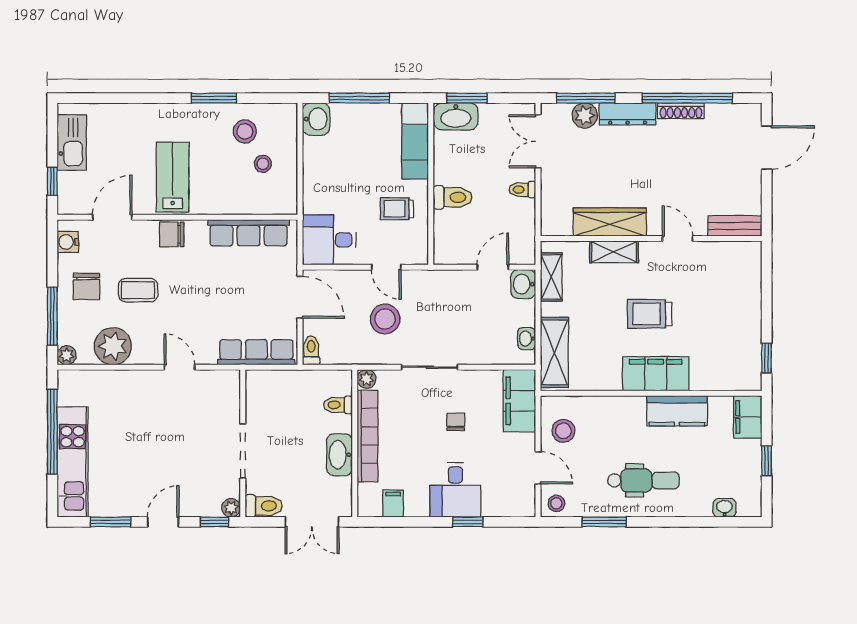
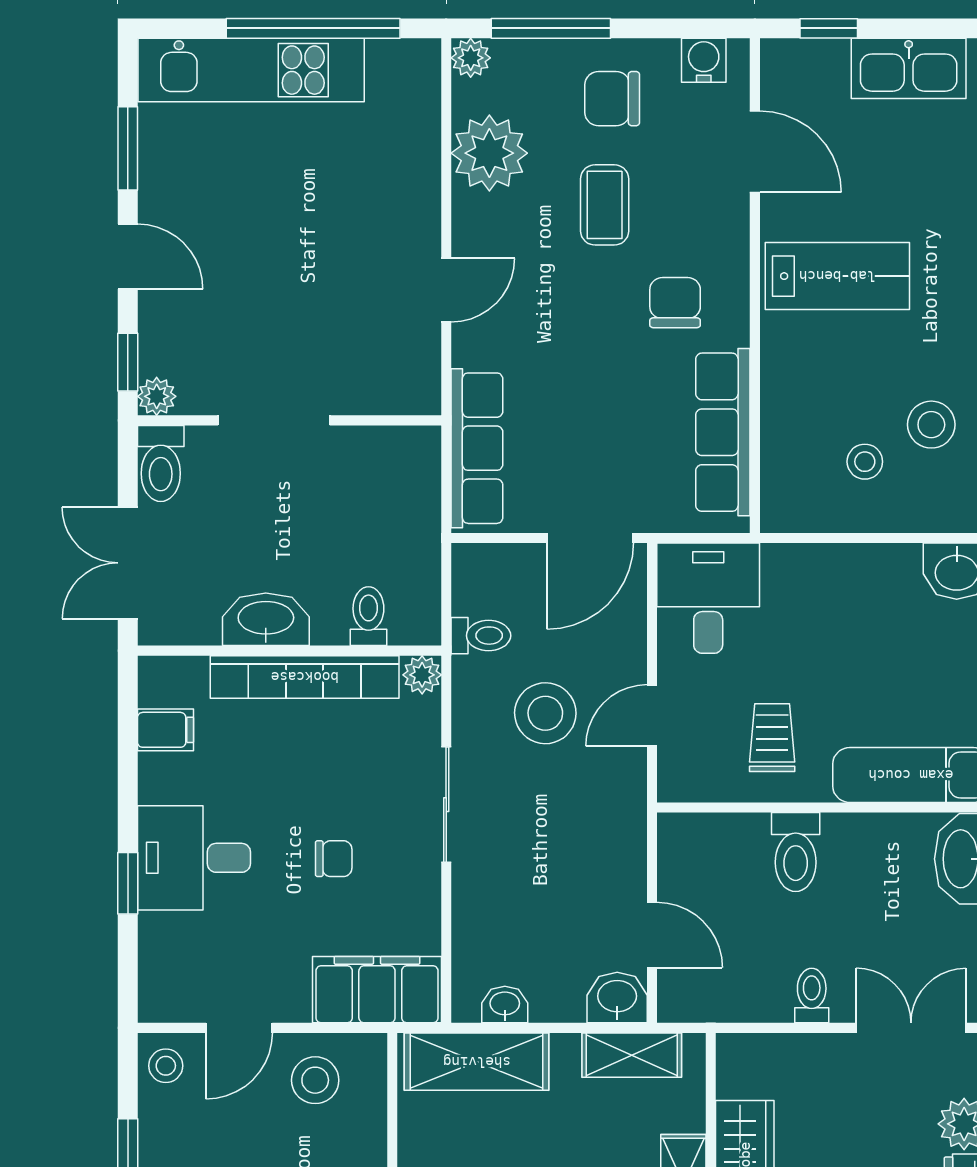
chair: (172, 234) -> (675, 303), moved
toilet: (311, 350) -> (481, 636), moved

